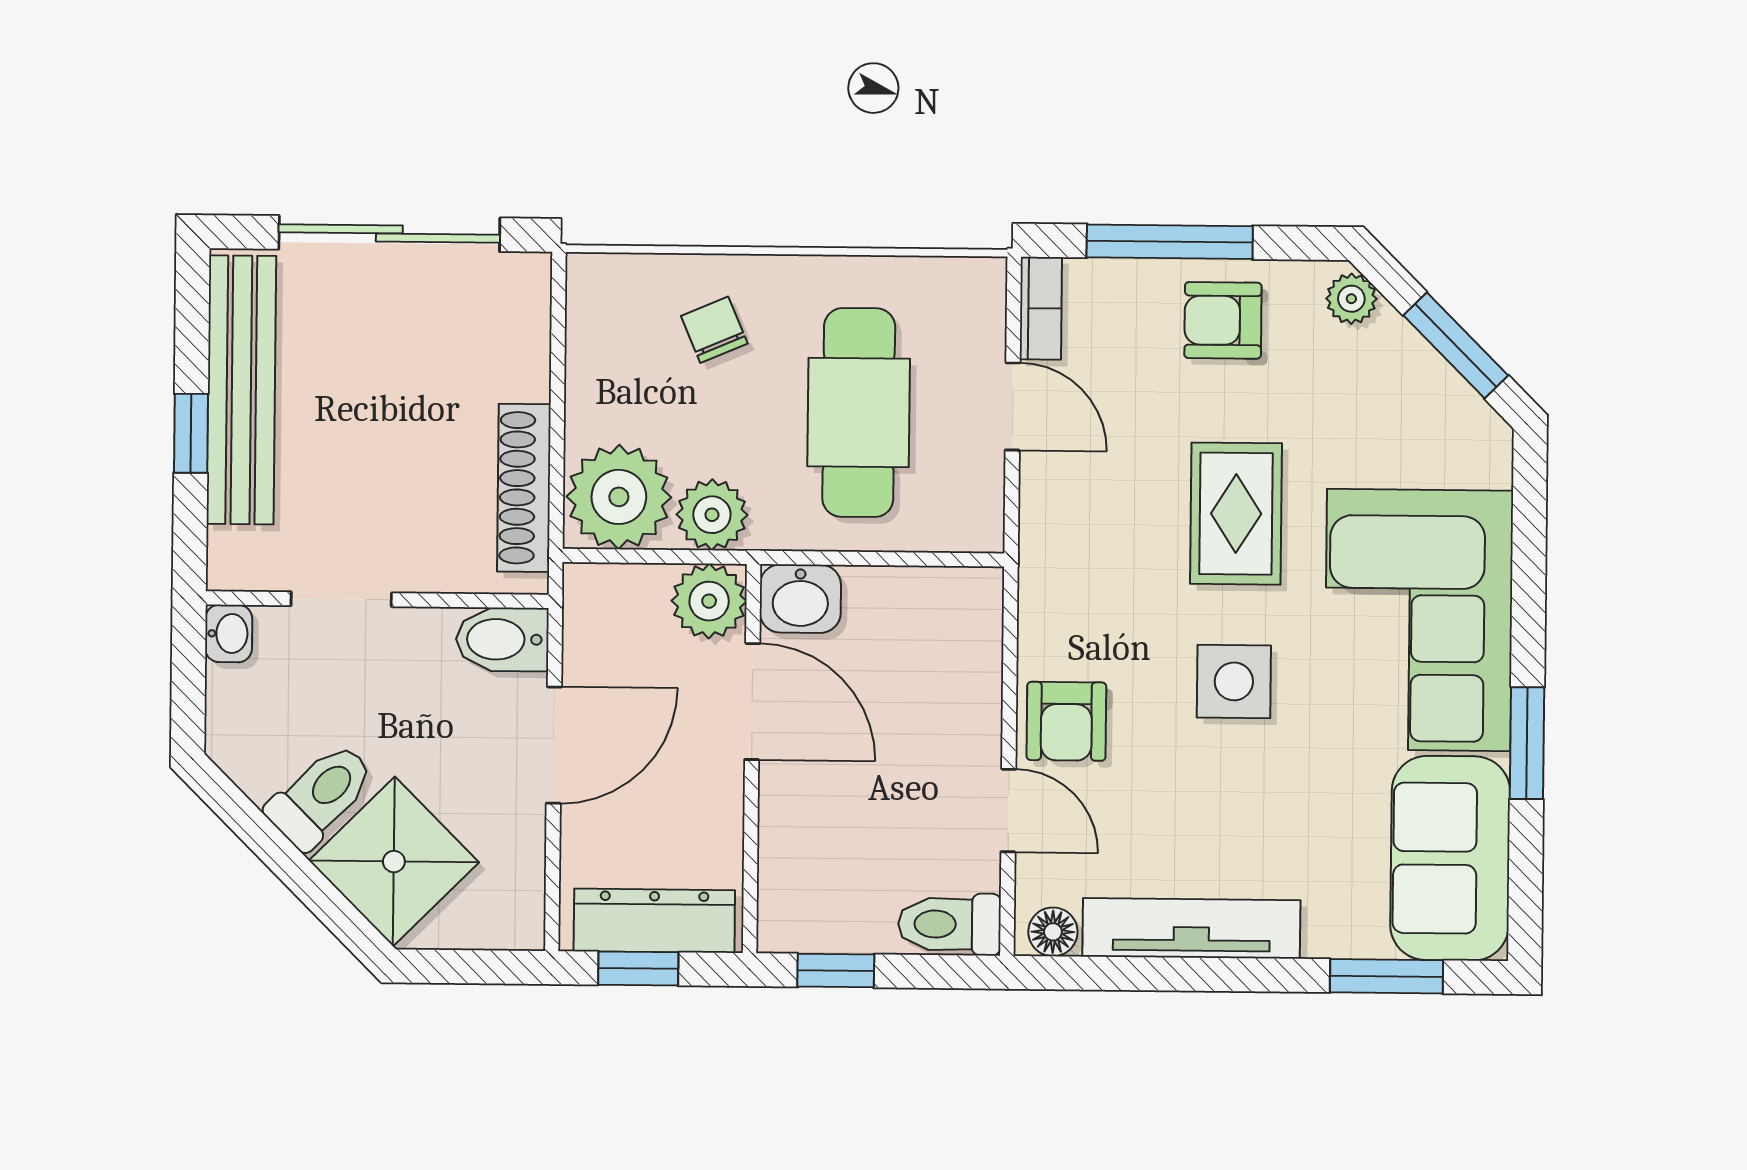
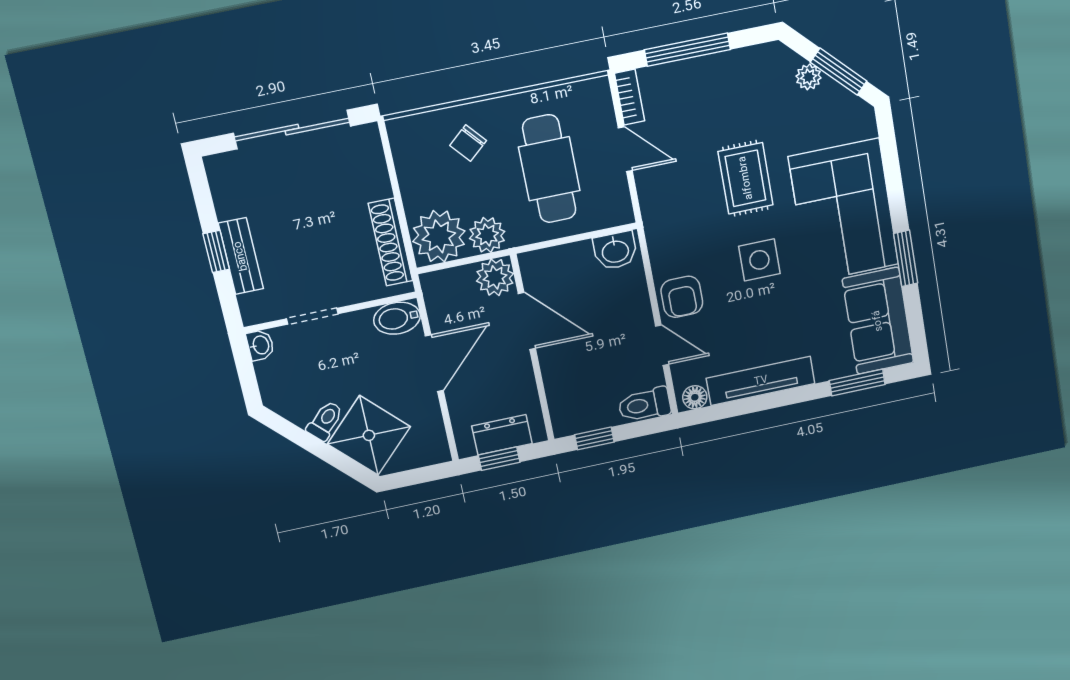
plant: (1351, 299) -> (809, 77), moved
armchair: (1223, 320) -> (721, 84), removed
chair: (714, 330) -> (468, 143), turned -108
bench: (241, 390) -> (241, 256), width x0.54, depth x0.82
washbasin: (800, 599) -> (615, 251), moved
toilet: (321, 796) -> (325, 421), width x0.73, depth x0.72
dresser: (654, 921) -> (502, 435), width x0.70

